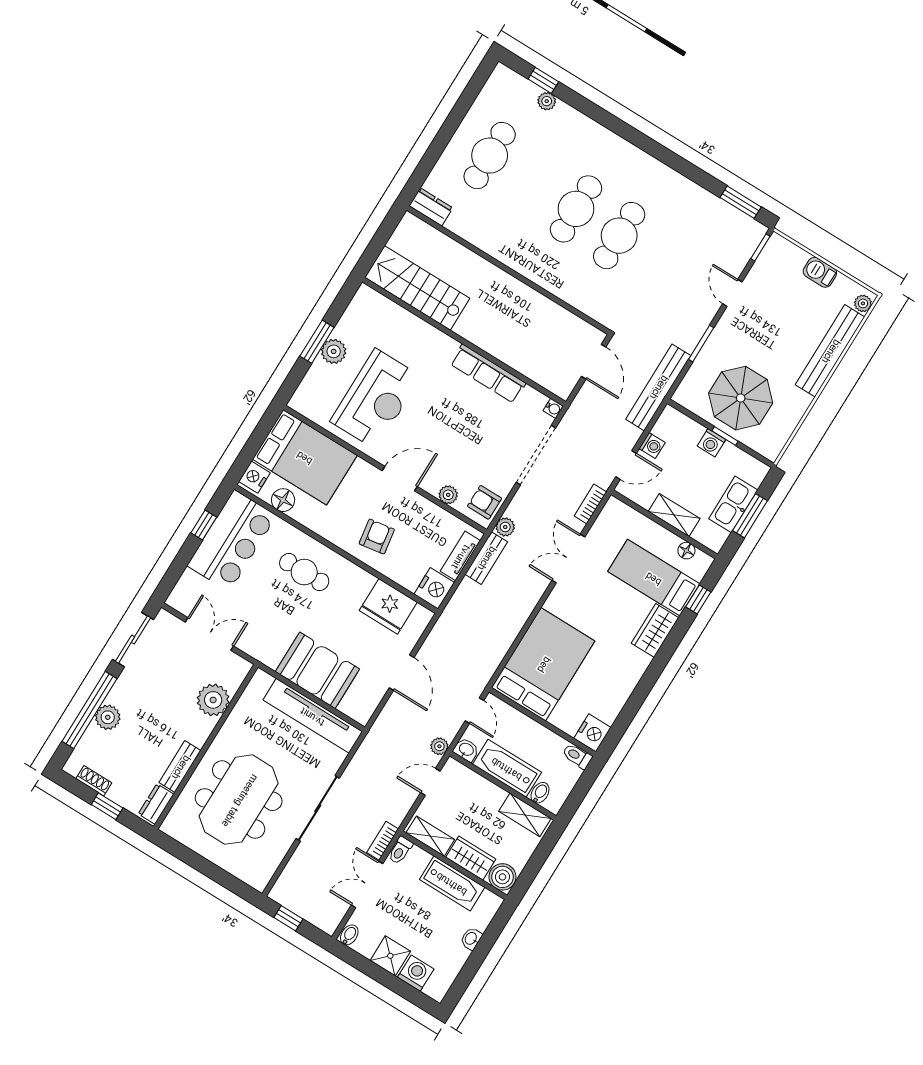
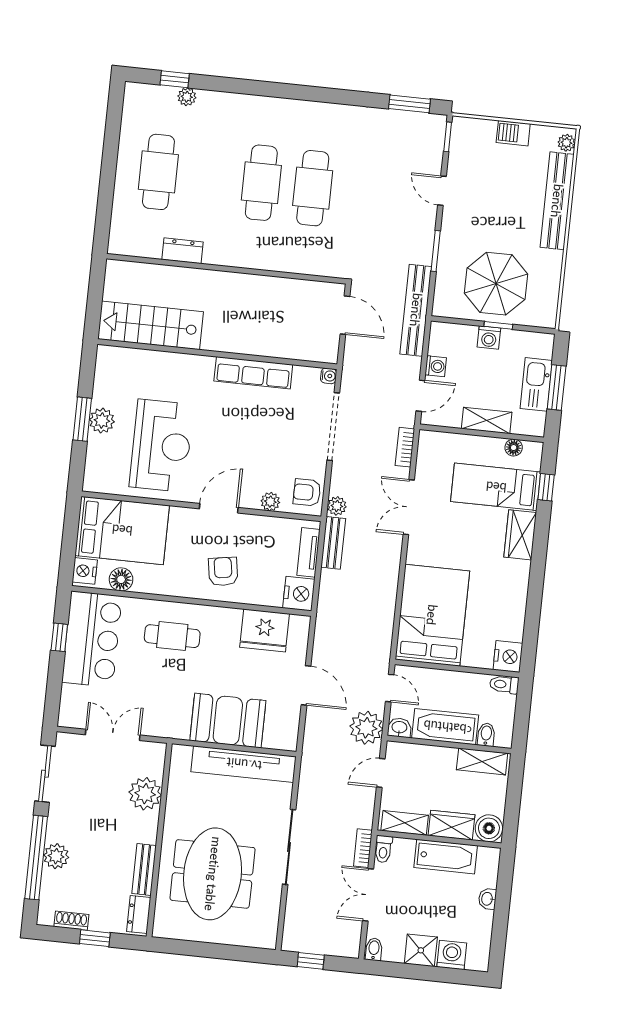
dresser: (431, 207) -> (182, 251), moved
plant: (439, 746) -> (366, 728), width x1.88, depth x1.88

